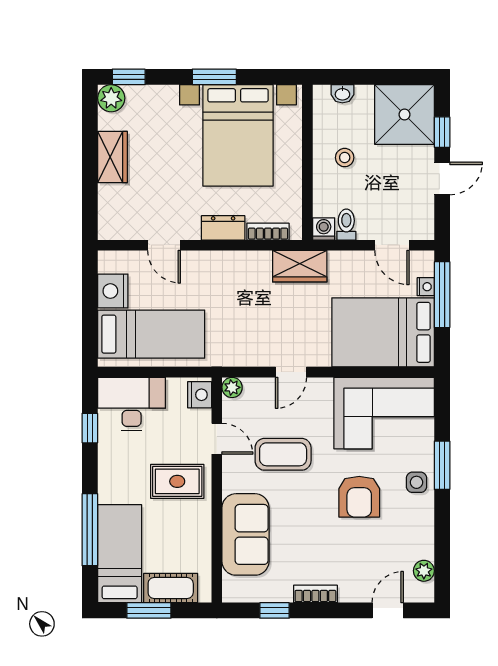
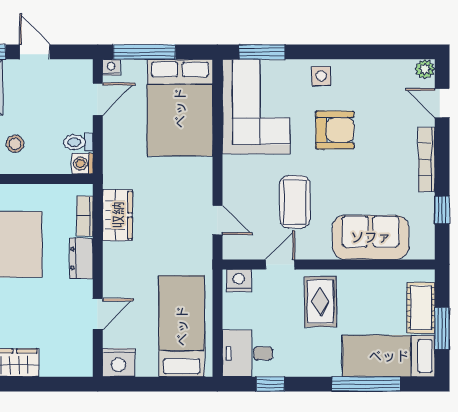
wardrobe: (300, 266) -> (118, 215), moved
nightstand: (426, 287) -> (111, 67), moved
nightstand: (113, 291) -> (119, 362), moved
door: (291, 372) -> (217, 220), moved
plant: (232, 387) -> (232, 250), removed
desk: (132, 404) -> (247, 353), width x0.73
window: (442, 465) -> (262, 52), moved
plant: (424, 571) -> (425, 69), moved
bookcase: (315, 594) -> (427, 160), width x1.56

